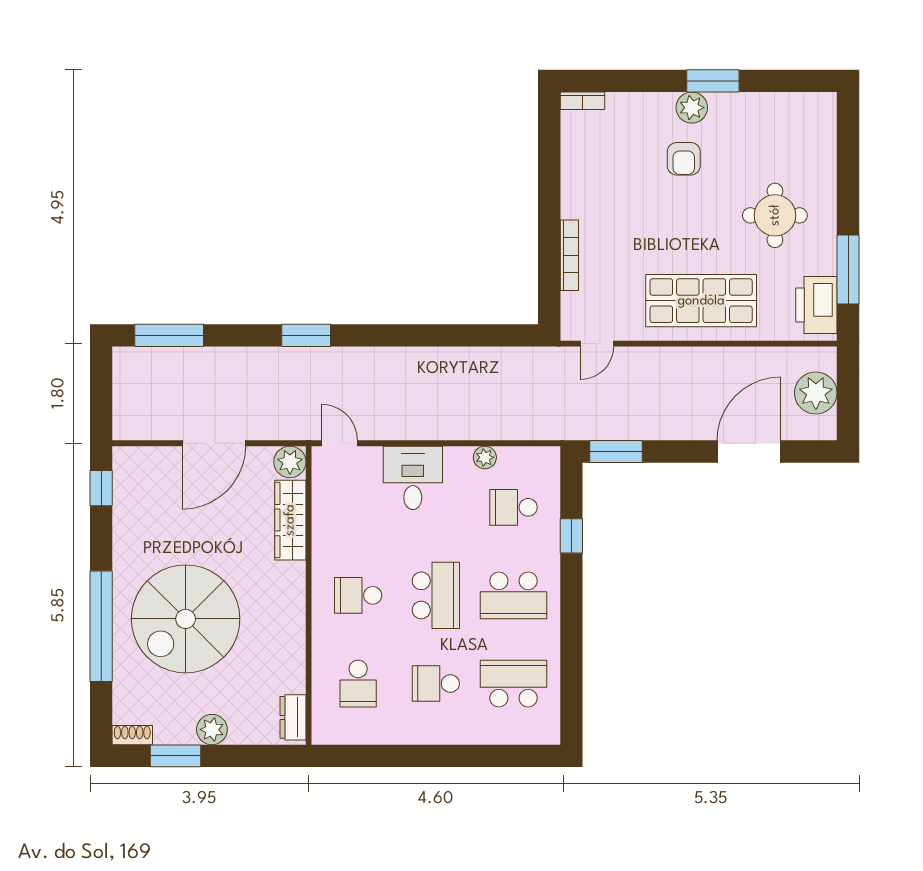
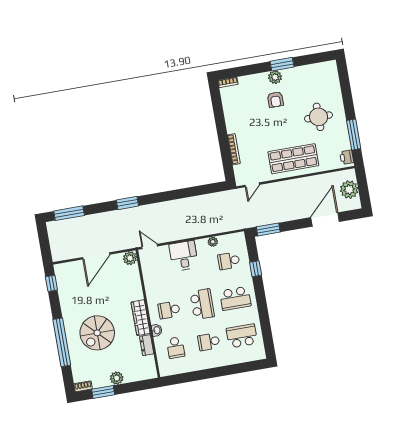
printer: (816, 305) -> (347, 157), width x0.53, depth x0.68
wardrobe: (290, 520) -> (141, 318), moved
spiral stairs: (186, 619) -> (97, 333), width x0.73, depth x0.73
washbasin: (322, 637) -> (157, 330), added
dresser: (293, 717) -> (147, 345), moved

